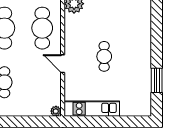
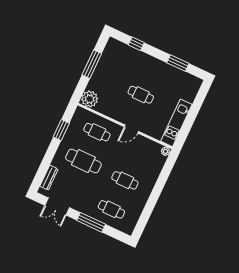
window: (157, 26) -> (136, 44), added
cafe table: (42, 28) -> (97, 132), width x0.73, depth x0.74

